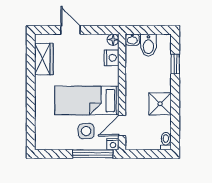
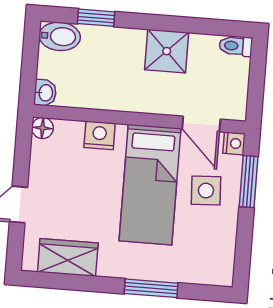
bidet: (148, 45) -> (60, 36), moved
nightstand: (112, 58) -> (100, 135), moved
window: (31, 105) -> (151, 288), added
window: (93, 154) -> (249, 182), width x0.69

